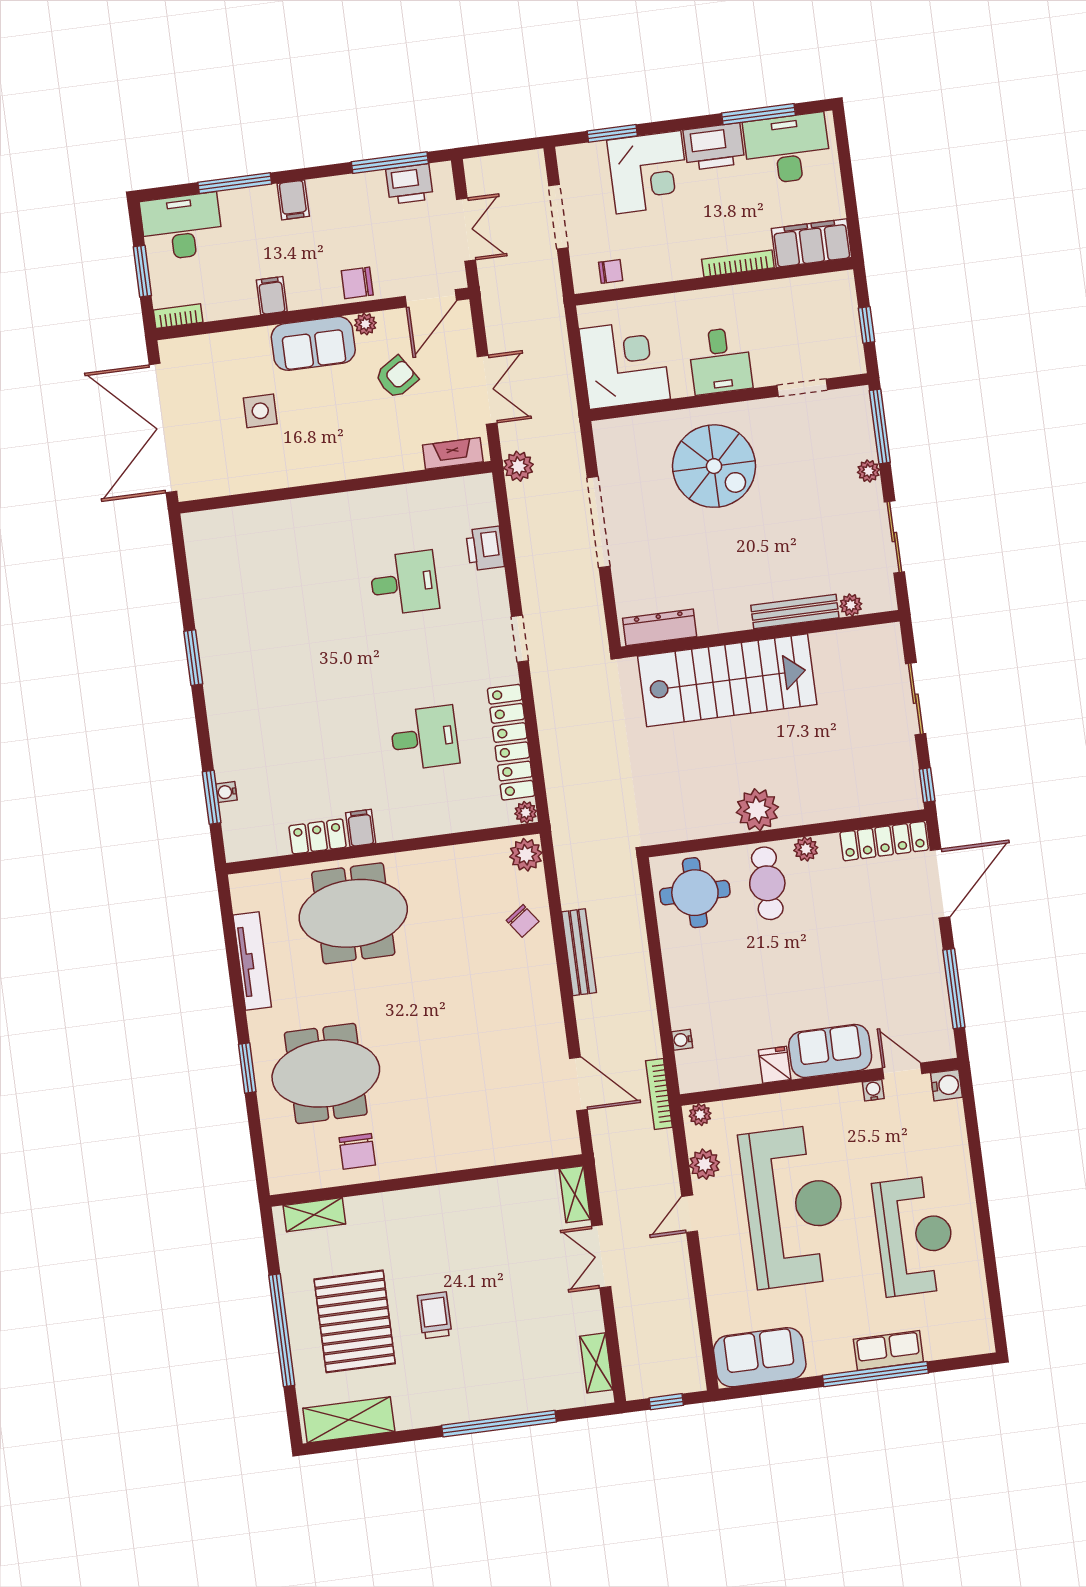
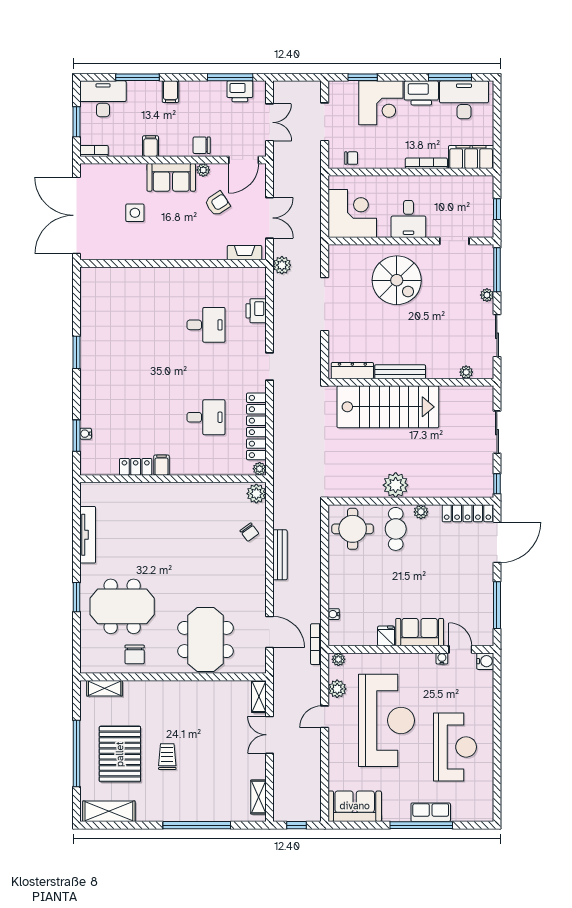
bench: (795, 612) -> (400, 372), moved
meeting table: (353, 913) -> (206, 639), moved, turned 90

